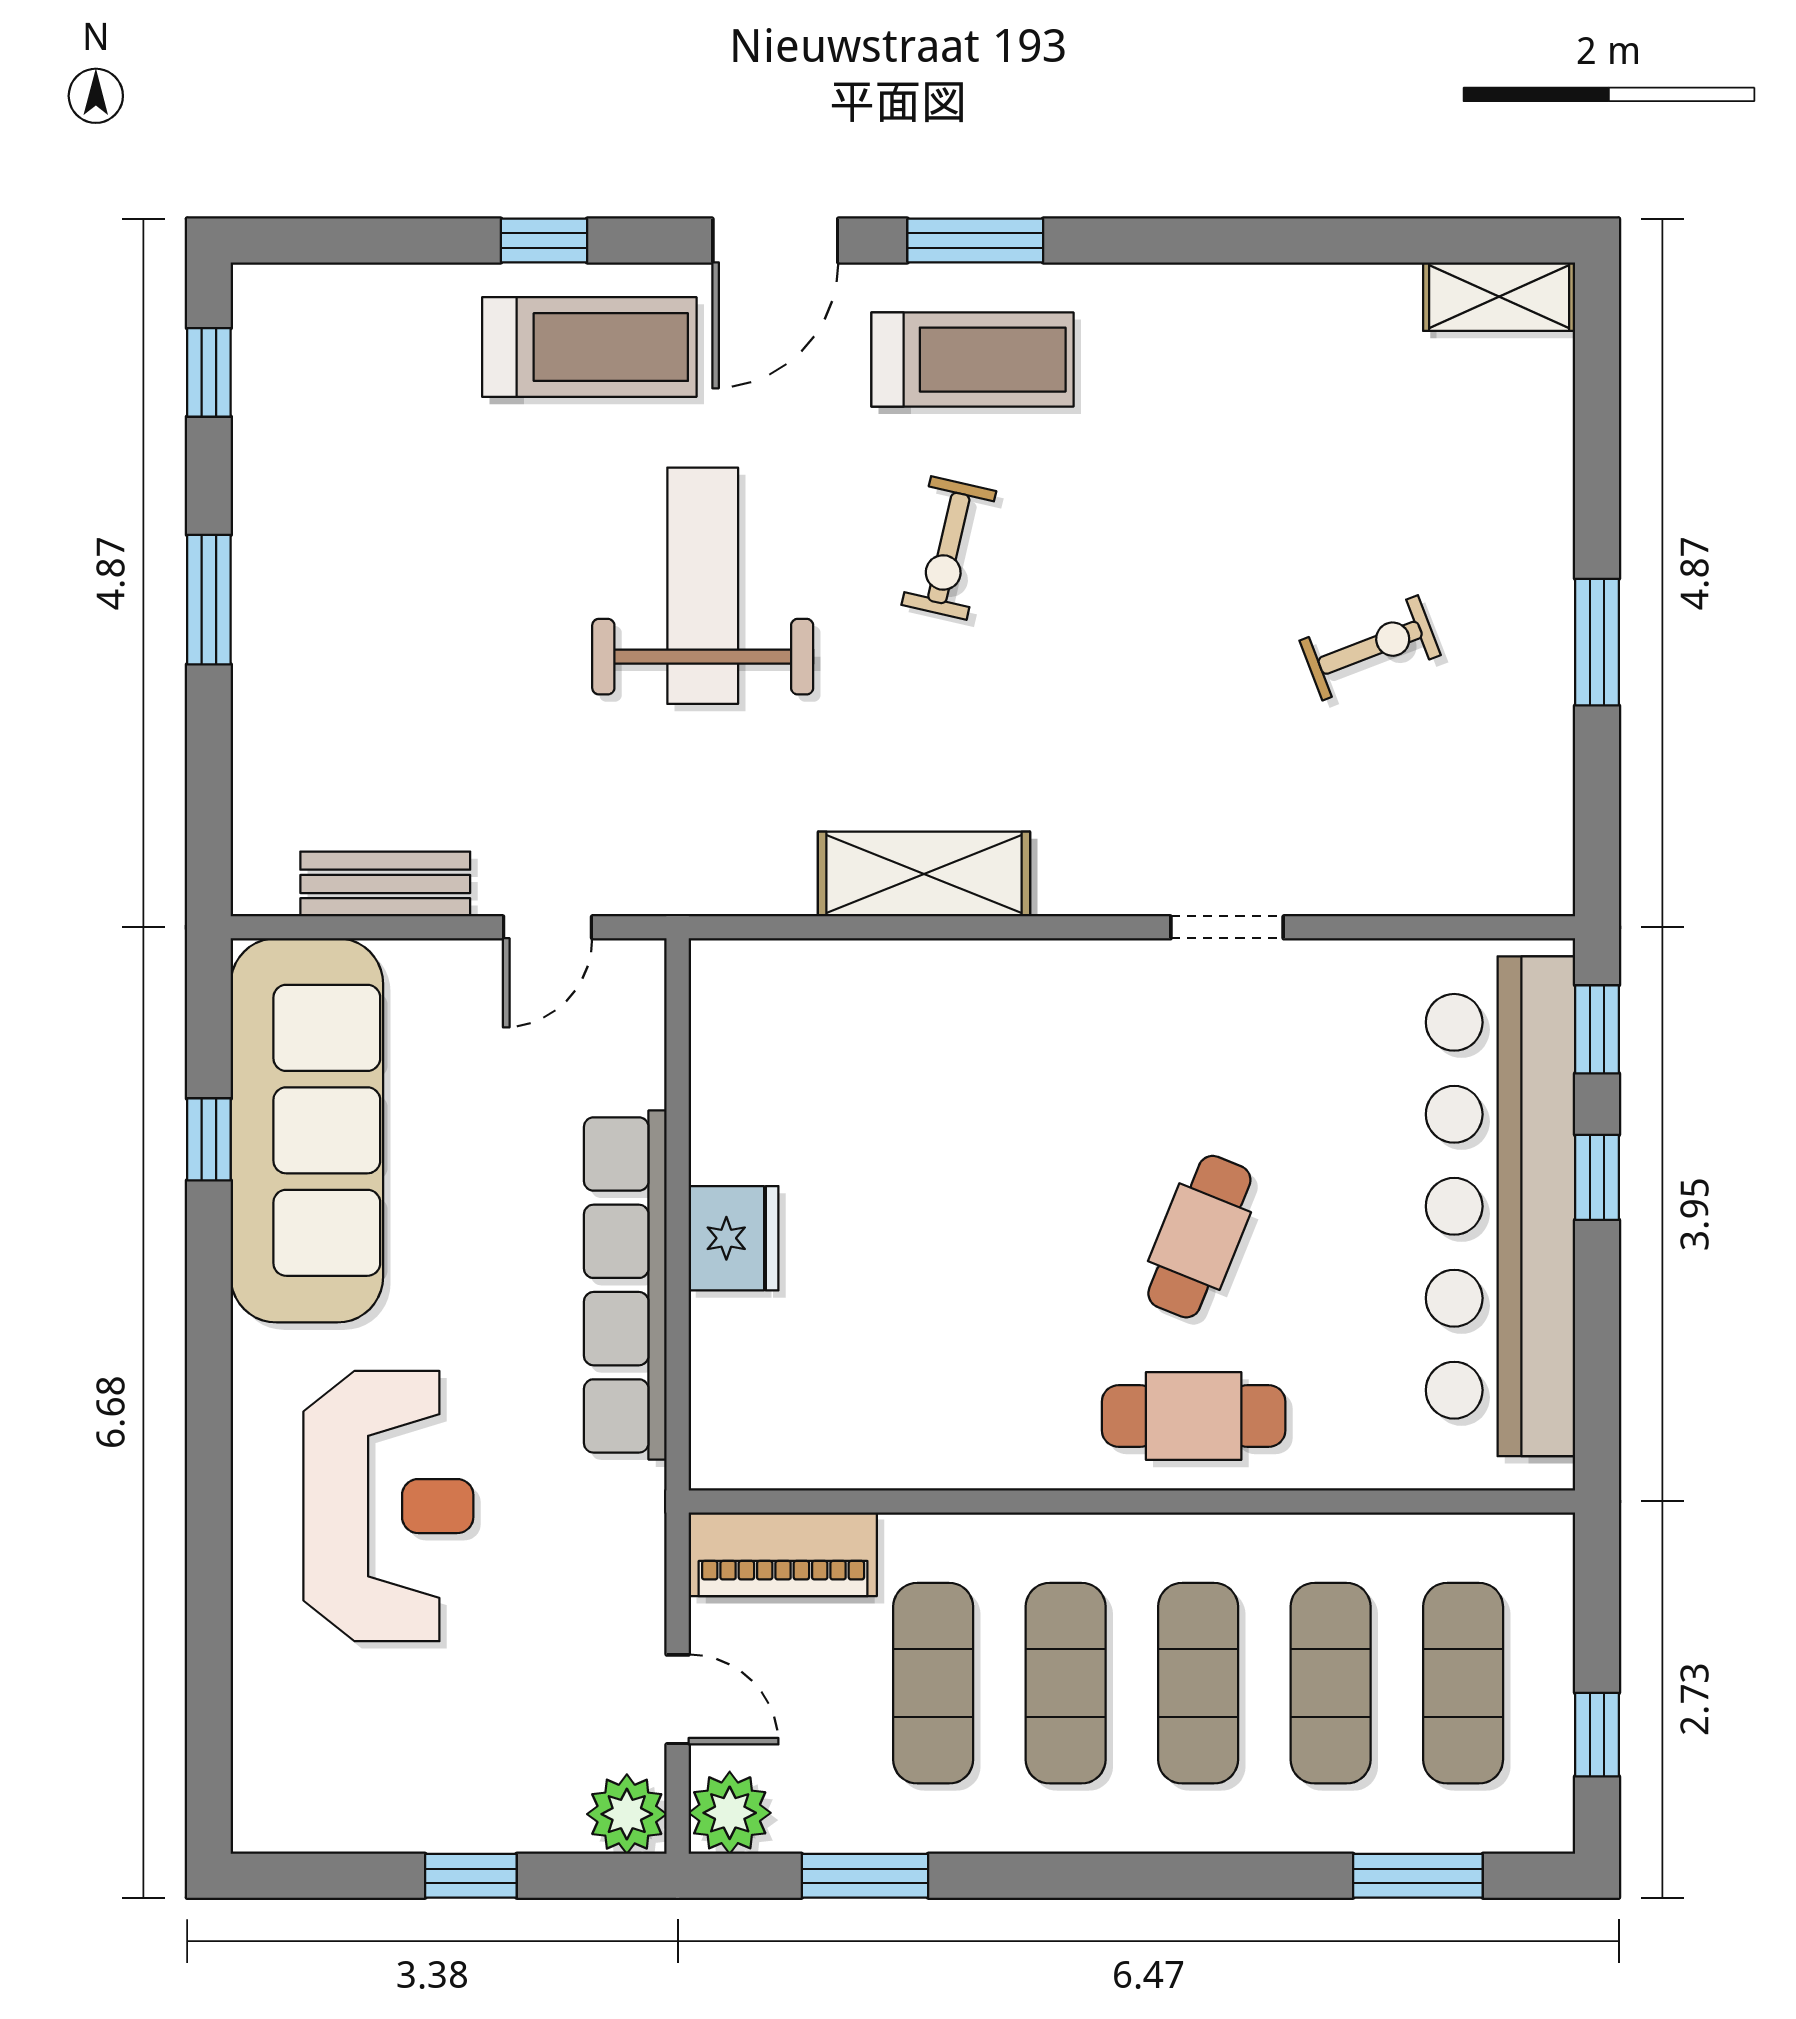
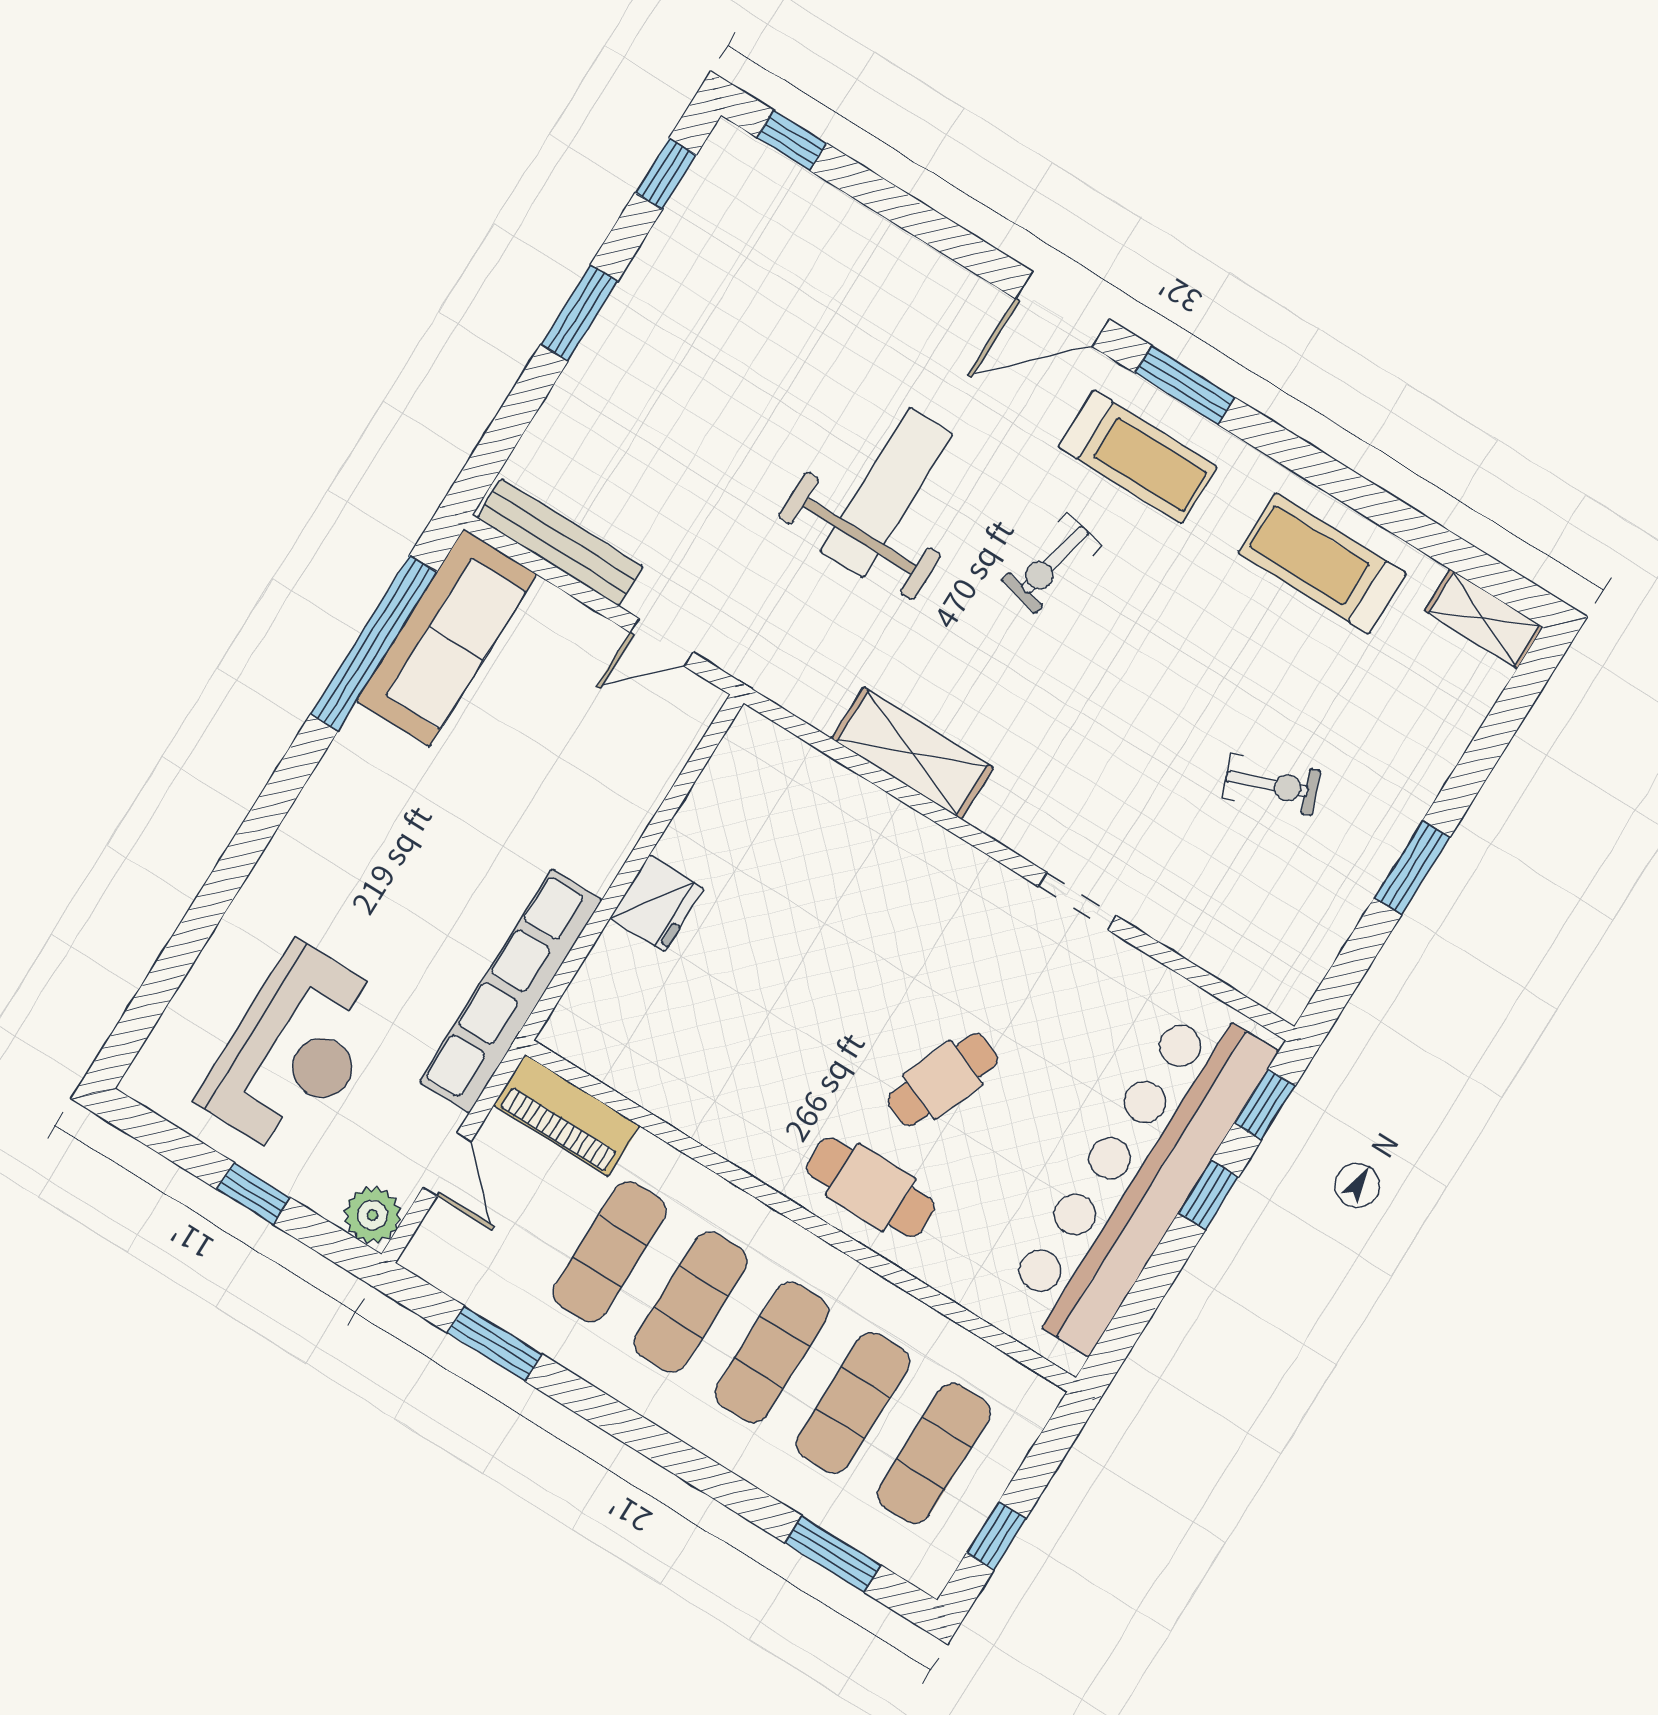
window: (544, 240) -> (792, 140), moved
treadmill: (589, 347) -> (1322, 563), moved, turned 180
bench: (385, 884) -> (560, 542), width x1.36
sofa: (307, 1130) -> (447, 638), width x0.74, depth x0.79
window: (209, 1139) -> (374, 643), width x3.17
row of seats: (625, 1285) -> (511, 991), moved
reception desk: (388, 1506) -> (295, 1051), moved
plant: (730, 1813) -> (436, 1253), removed

